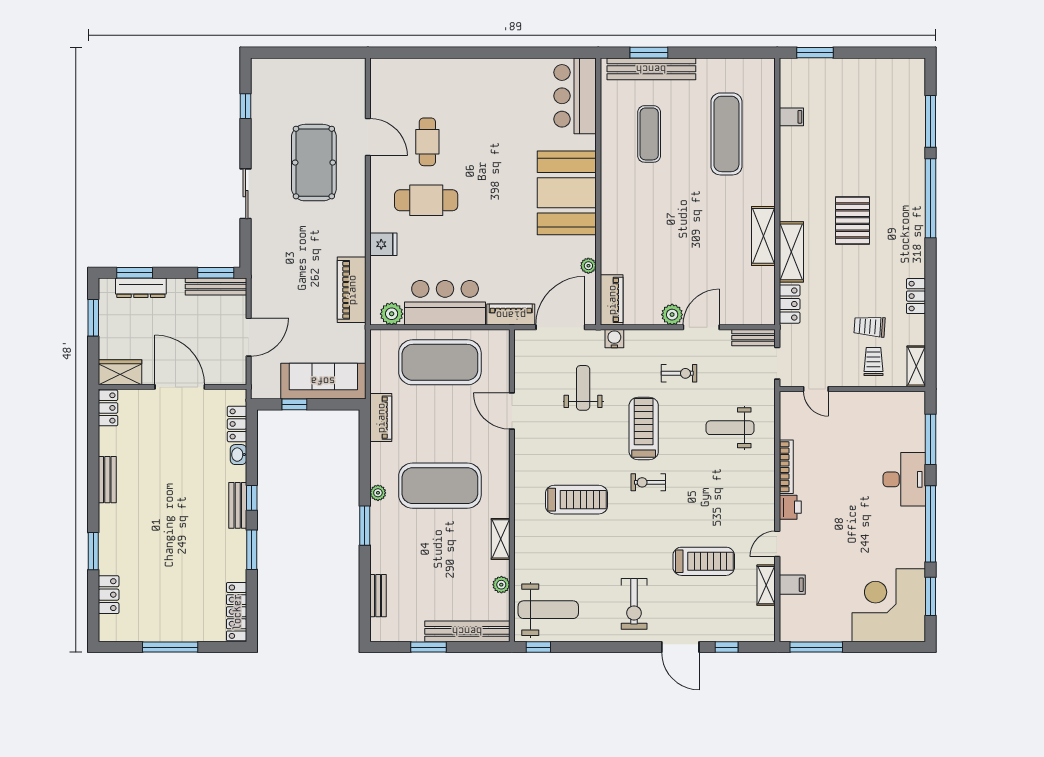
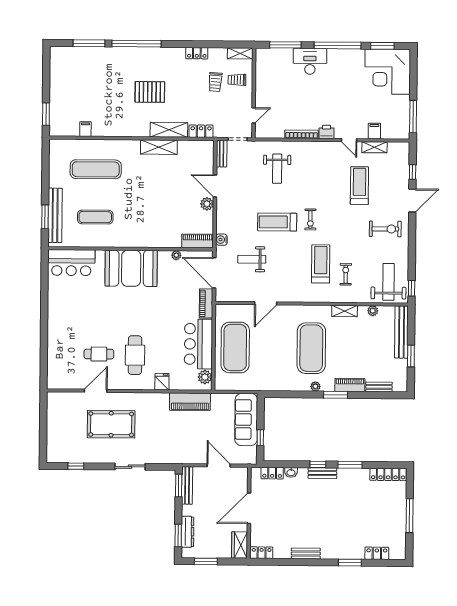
exercise bike: (679, 373) -> (346, 274), moved
piano: (381, 418) -> (350, 385), moved

